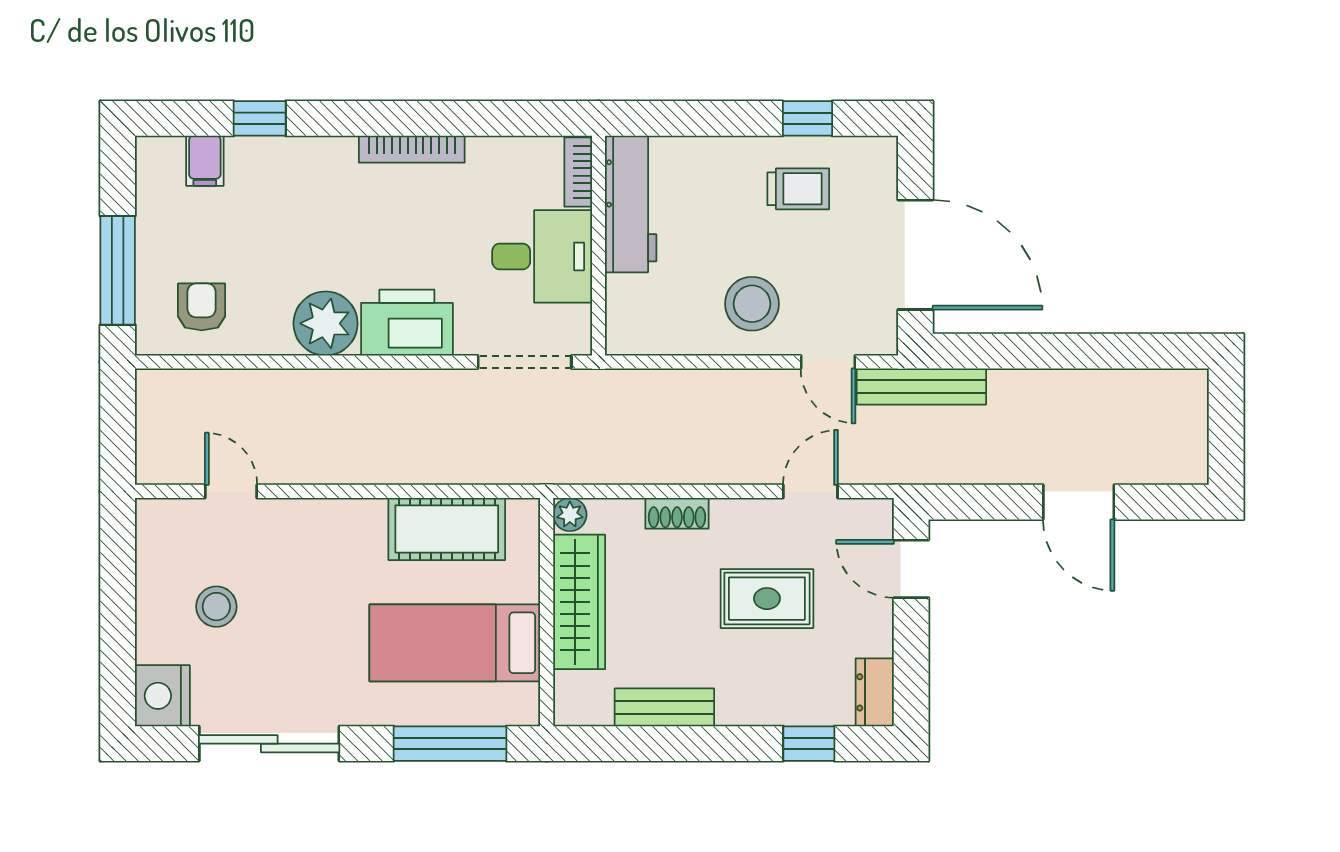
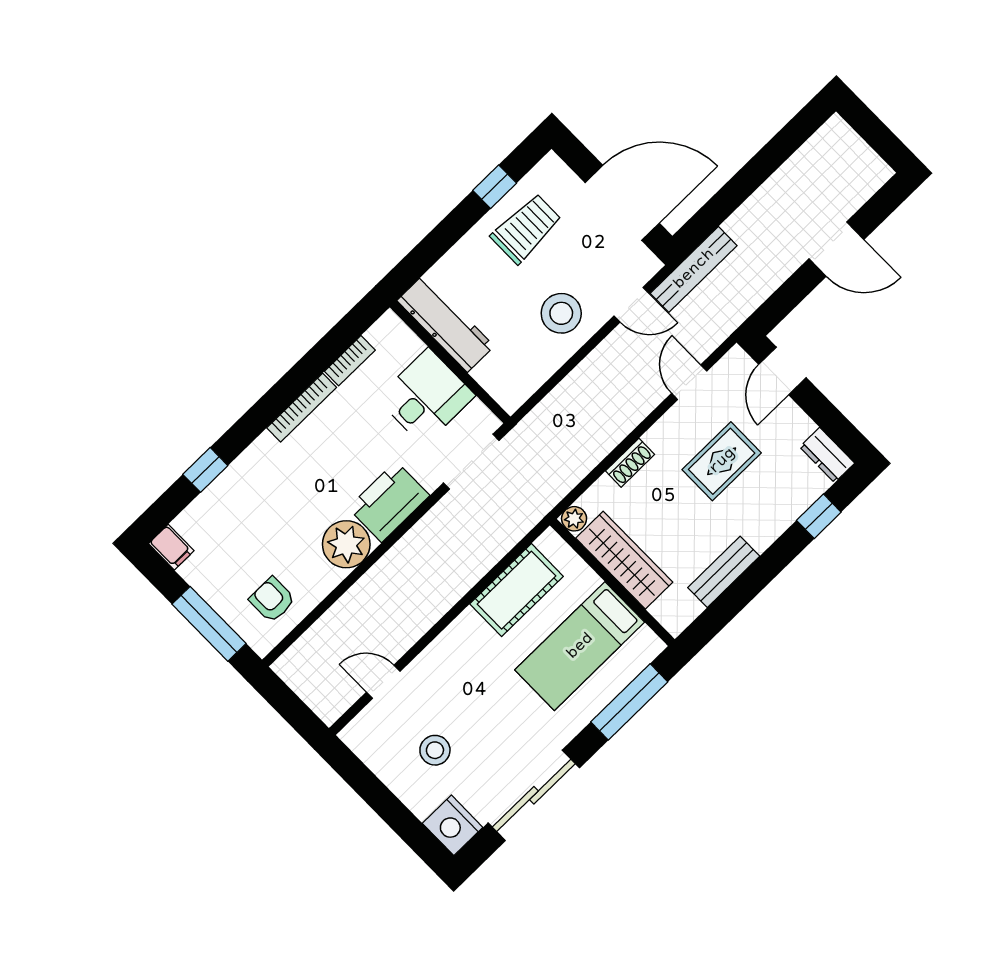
filing cabinet: (205, 161) -> (171, 547), moved
bookcase: (578, 172) -> (350, 361), moved, turned -90
trolley: (798, 189) -> (526, 229), width x1.36, depth x1.39
door: (911, 569) -> (782, 371), hinge flipped

